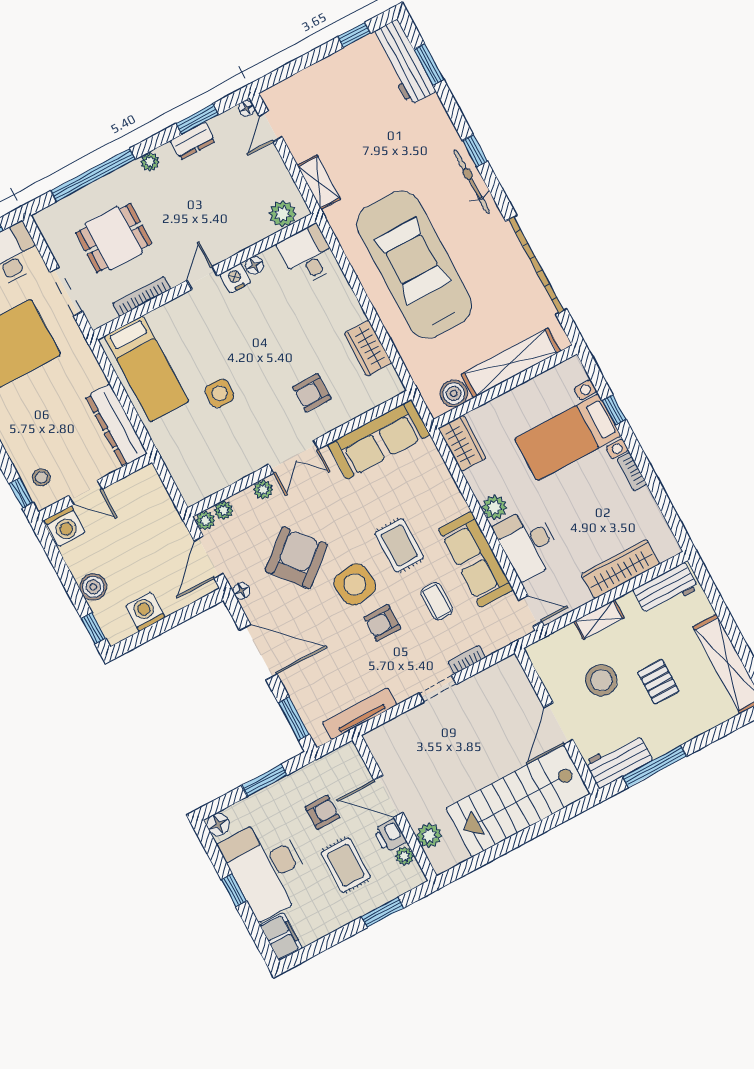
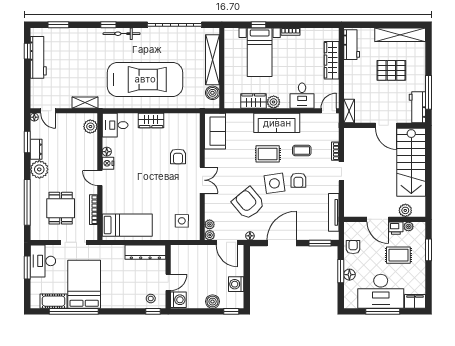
workbench: (403, 62) -> (38, 57), moved, turned -90
plant: (150, 162) -> (39, 169), width x1.87, depth x1.87
car: (414, 265) -> (145, 79), turned 180
wardrobe: (368, 348) -> (151, 120), moved
side table: (220, 393) -> (182, 221), moved
sofa: (379, 439) -> (215, 131), width x0.73
wardrobe: (462, 443) -> (254, 101), moved
plant: (263, 490) -> (210, 202), removed
desk: (528, 543) -> (302, 96), width x0.73
sofa: (476, 559) -> (277, 123), moved
shelving: (599, 620) -> (349, 111), moved
stool: (601, 680) -> (377, 96), removed
pallet: (658, 682) -> (391, 70), width x1.50, depth x1.42
door: (388, 796) -> (378, 219), hinge flipped
armchair: (322, 812) -> (353, 247), moved
floor lamp: (218, 824) -> (349, 275), moved
window: (234, 890) -> (383, 311), width x2.17

